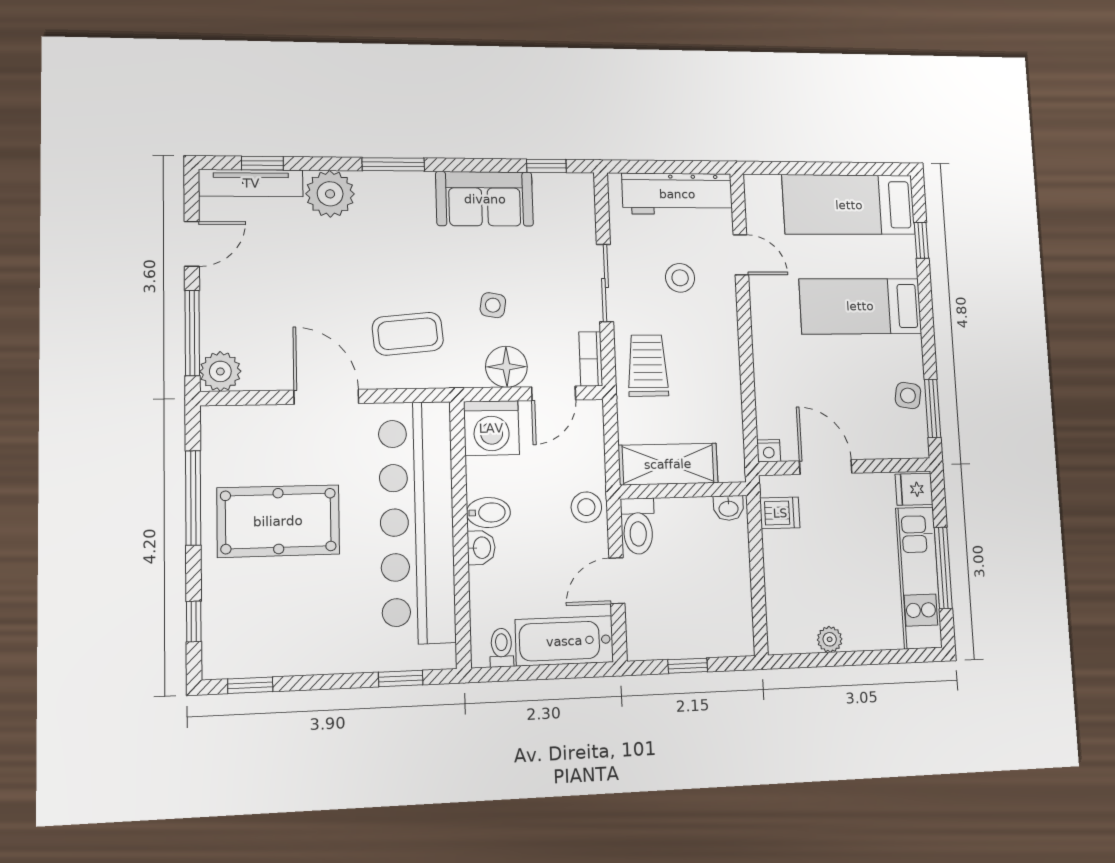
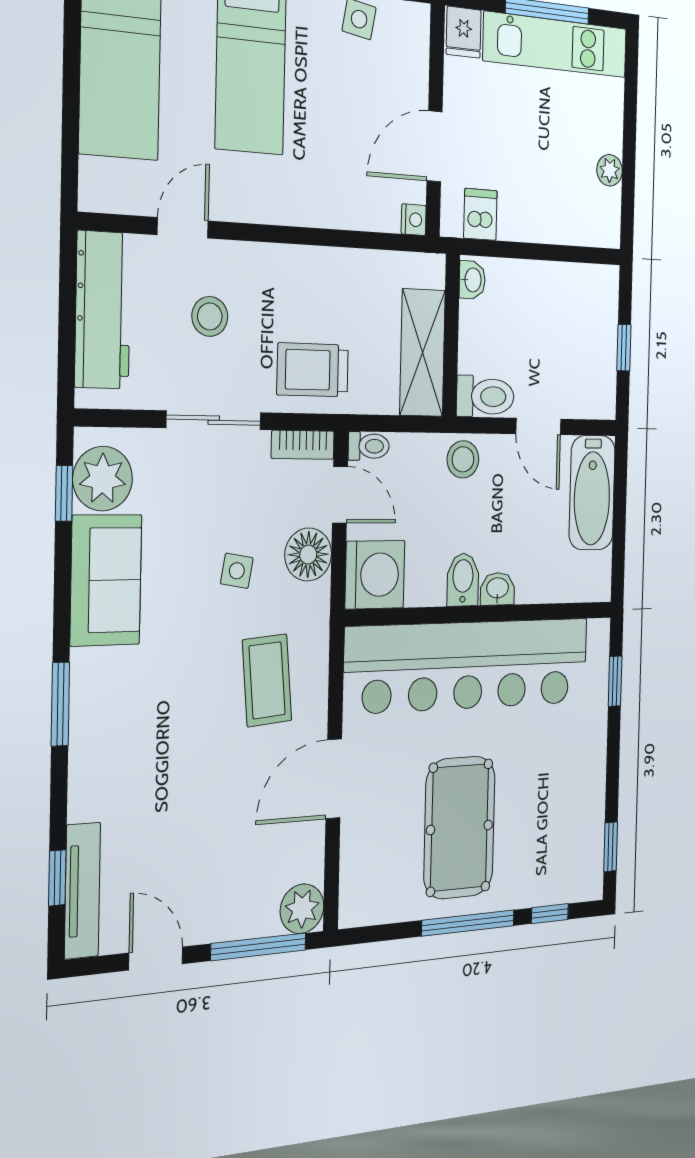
plant: (330, 194) -> (103, 479), moved
window: (193, 498) -> (468, 923), moved
toilet: (501, 648) -> (369, 446), moved, turned 180

